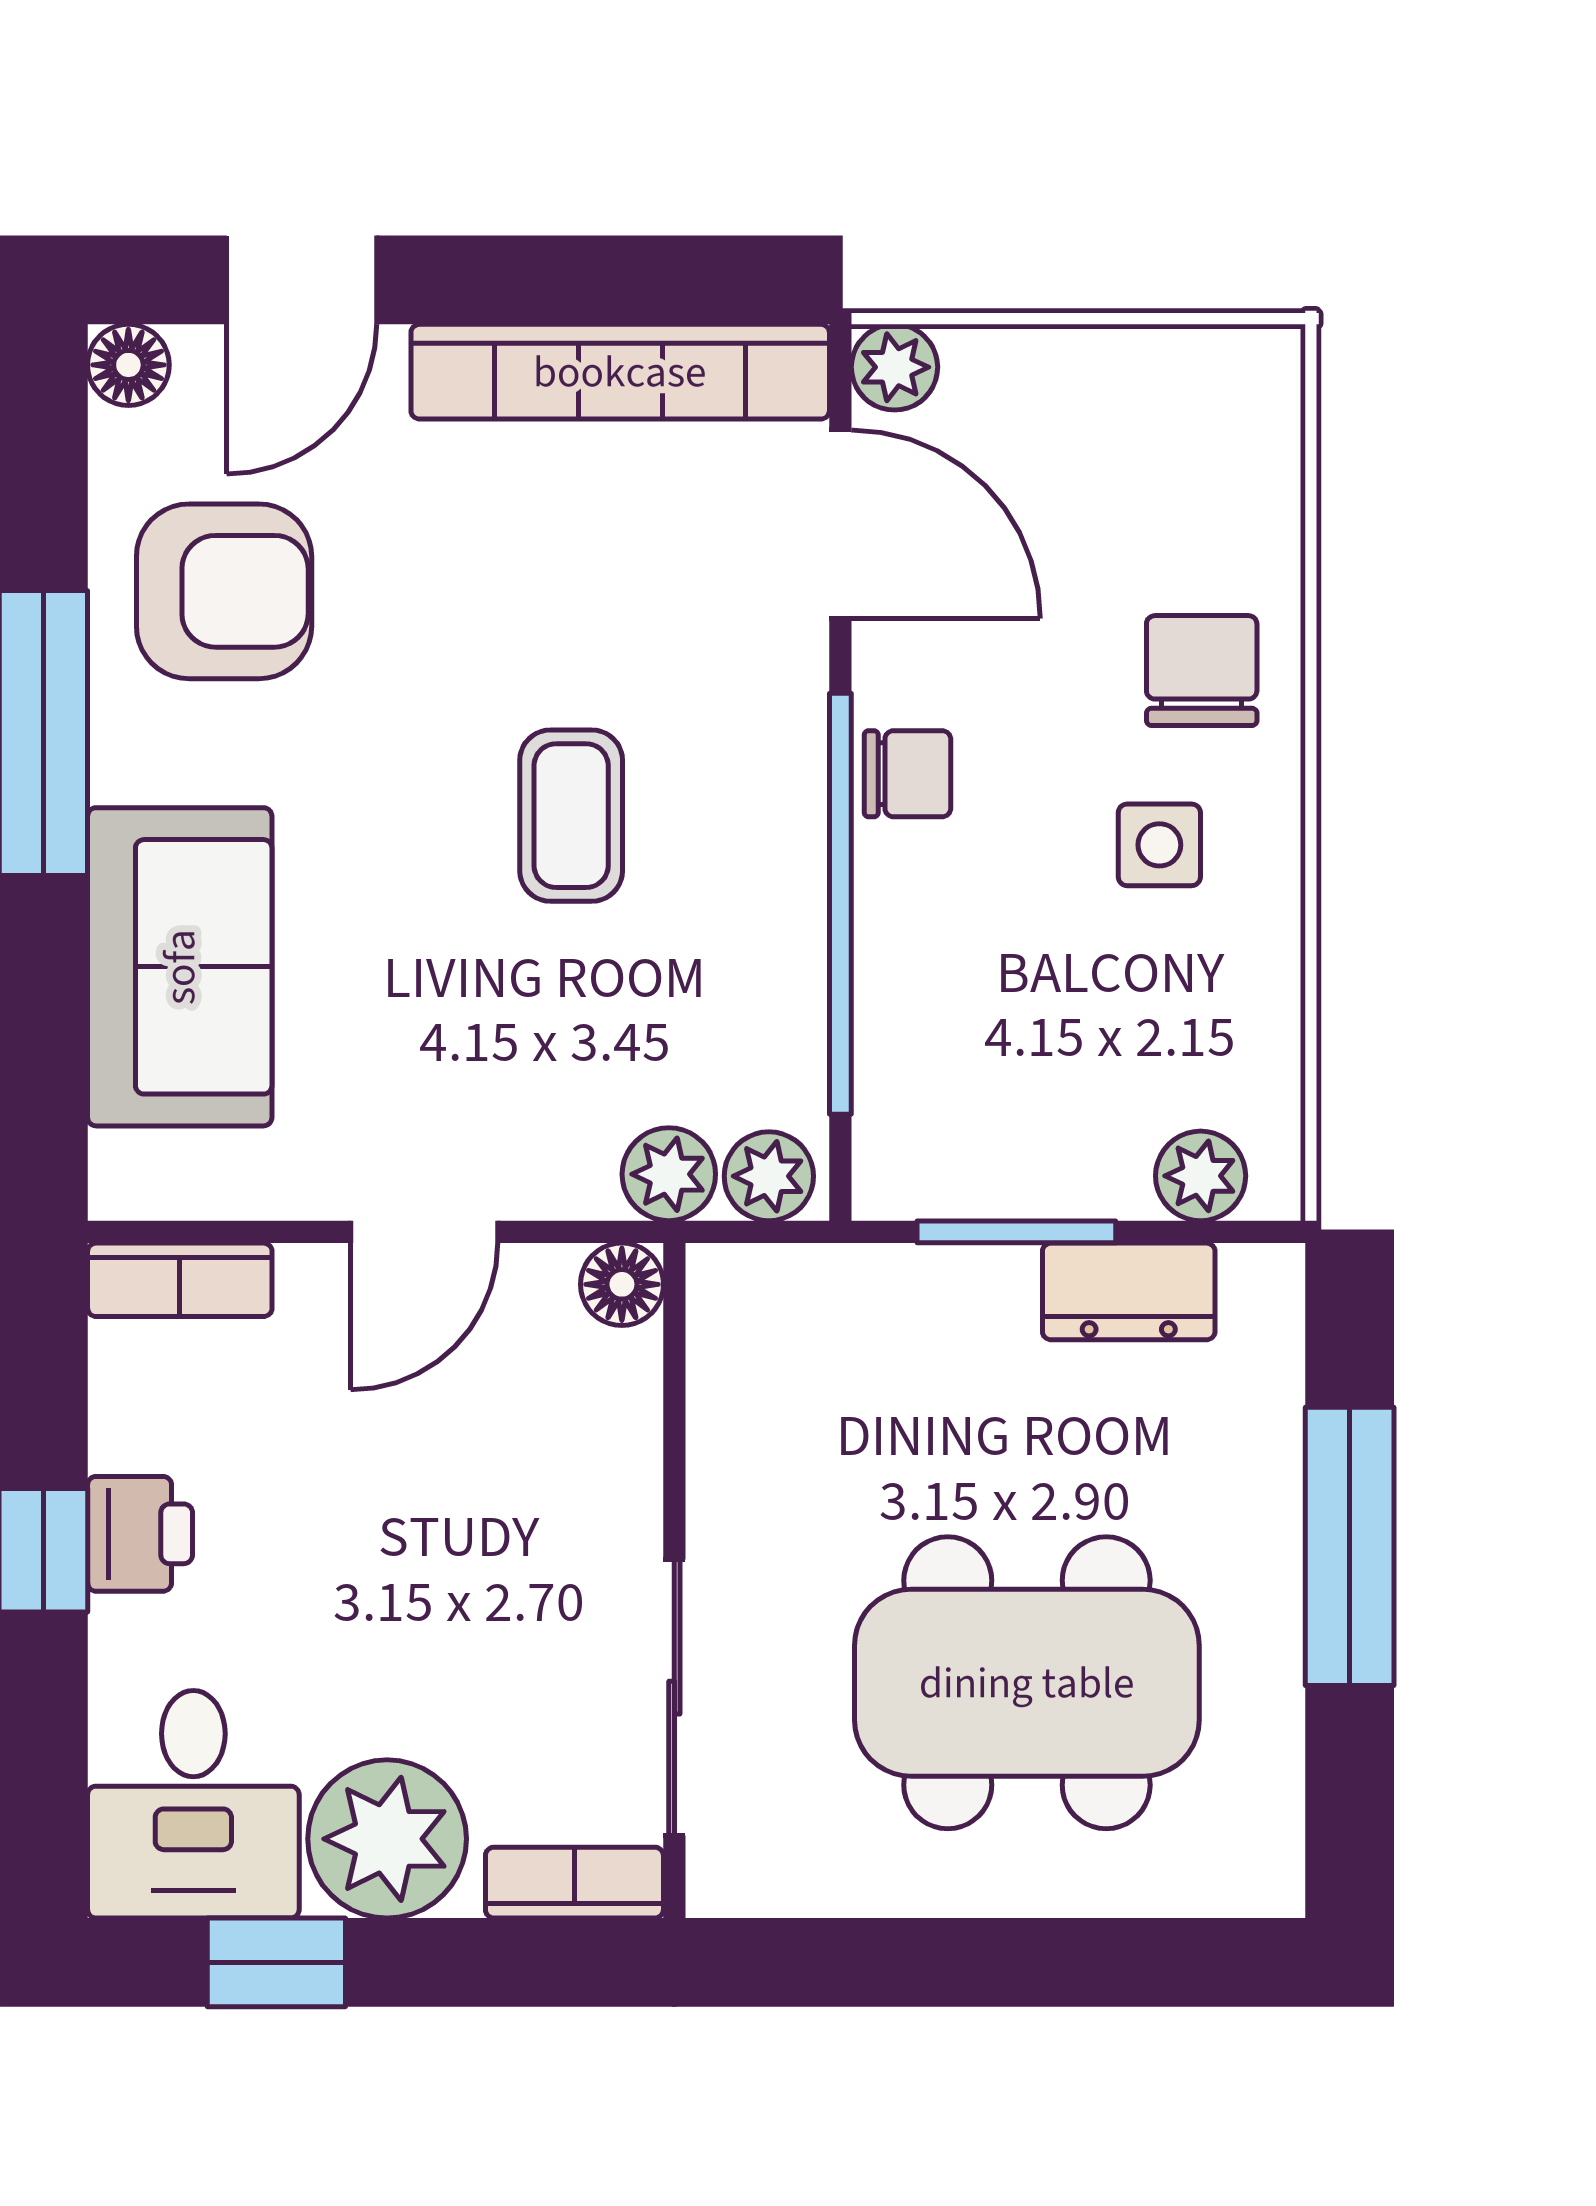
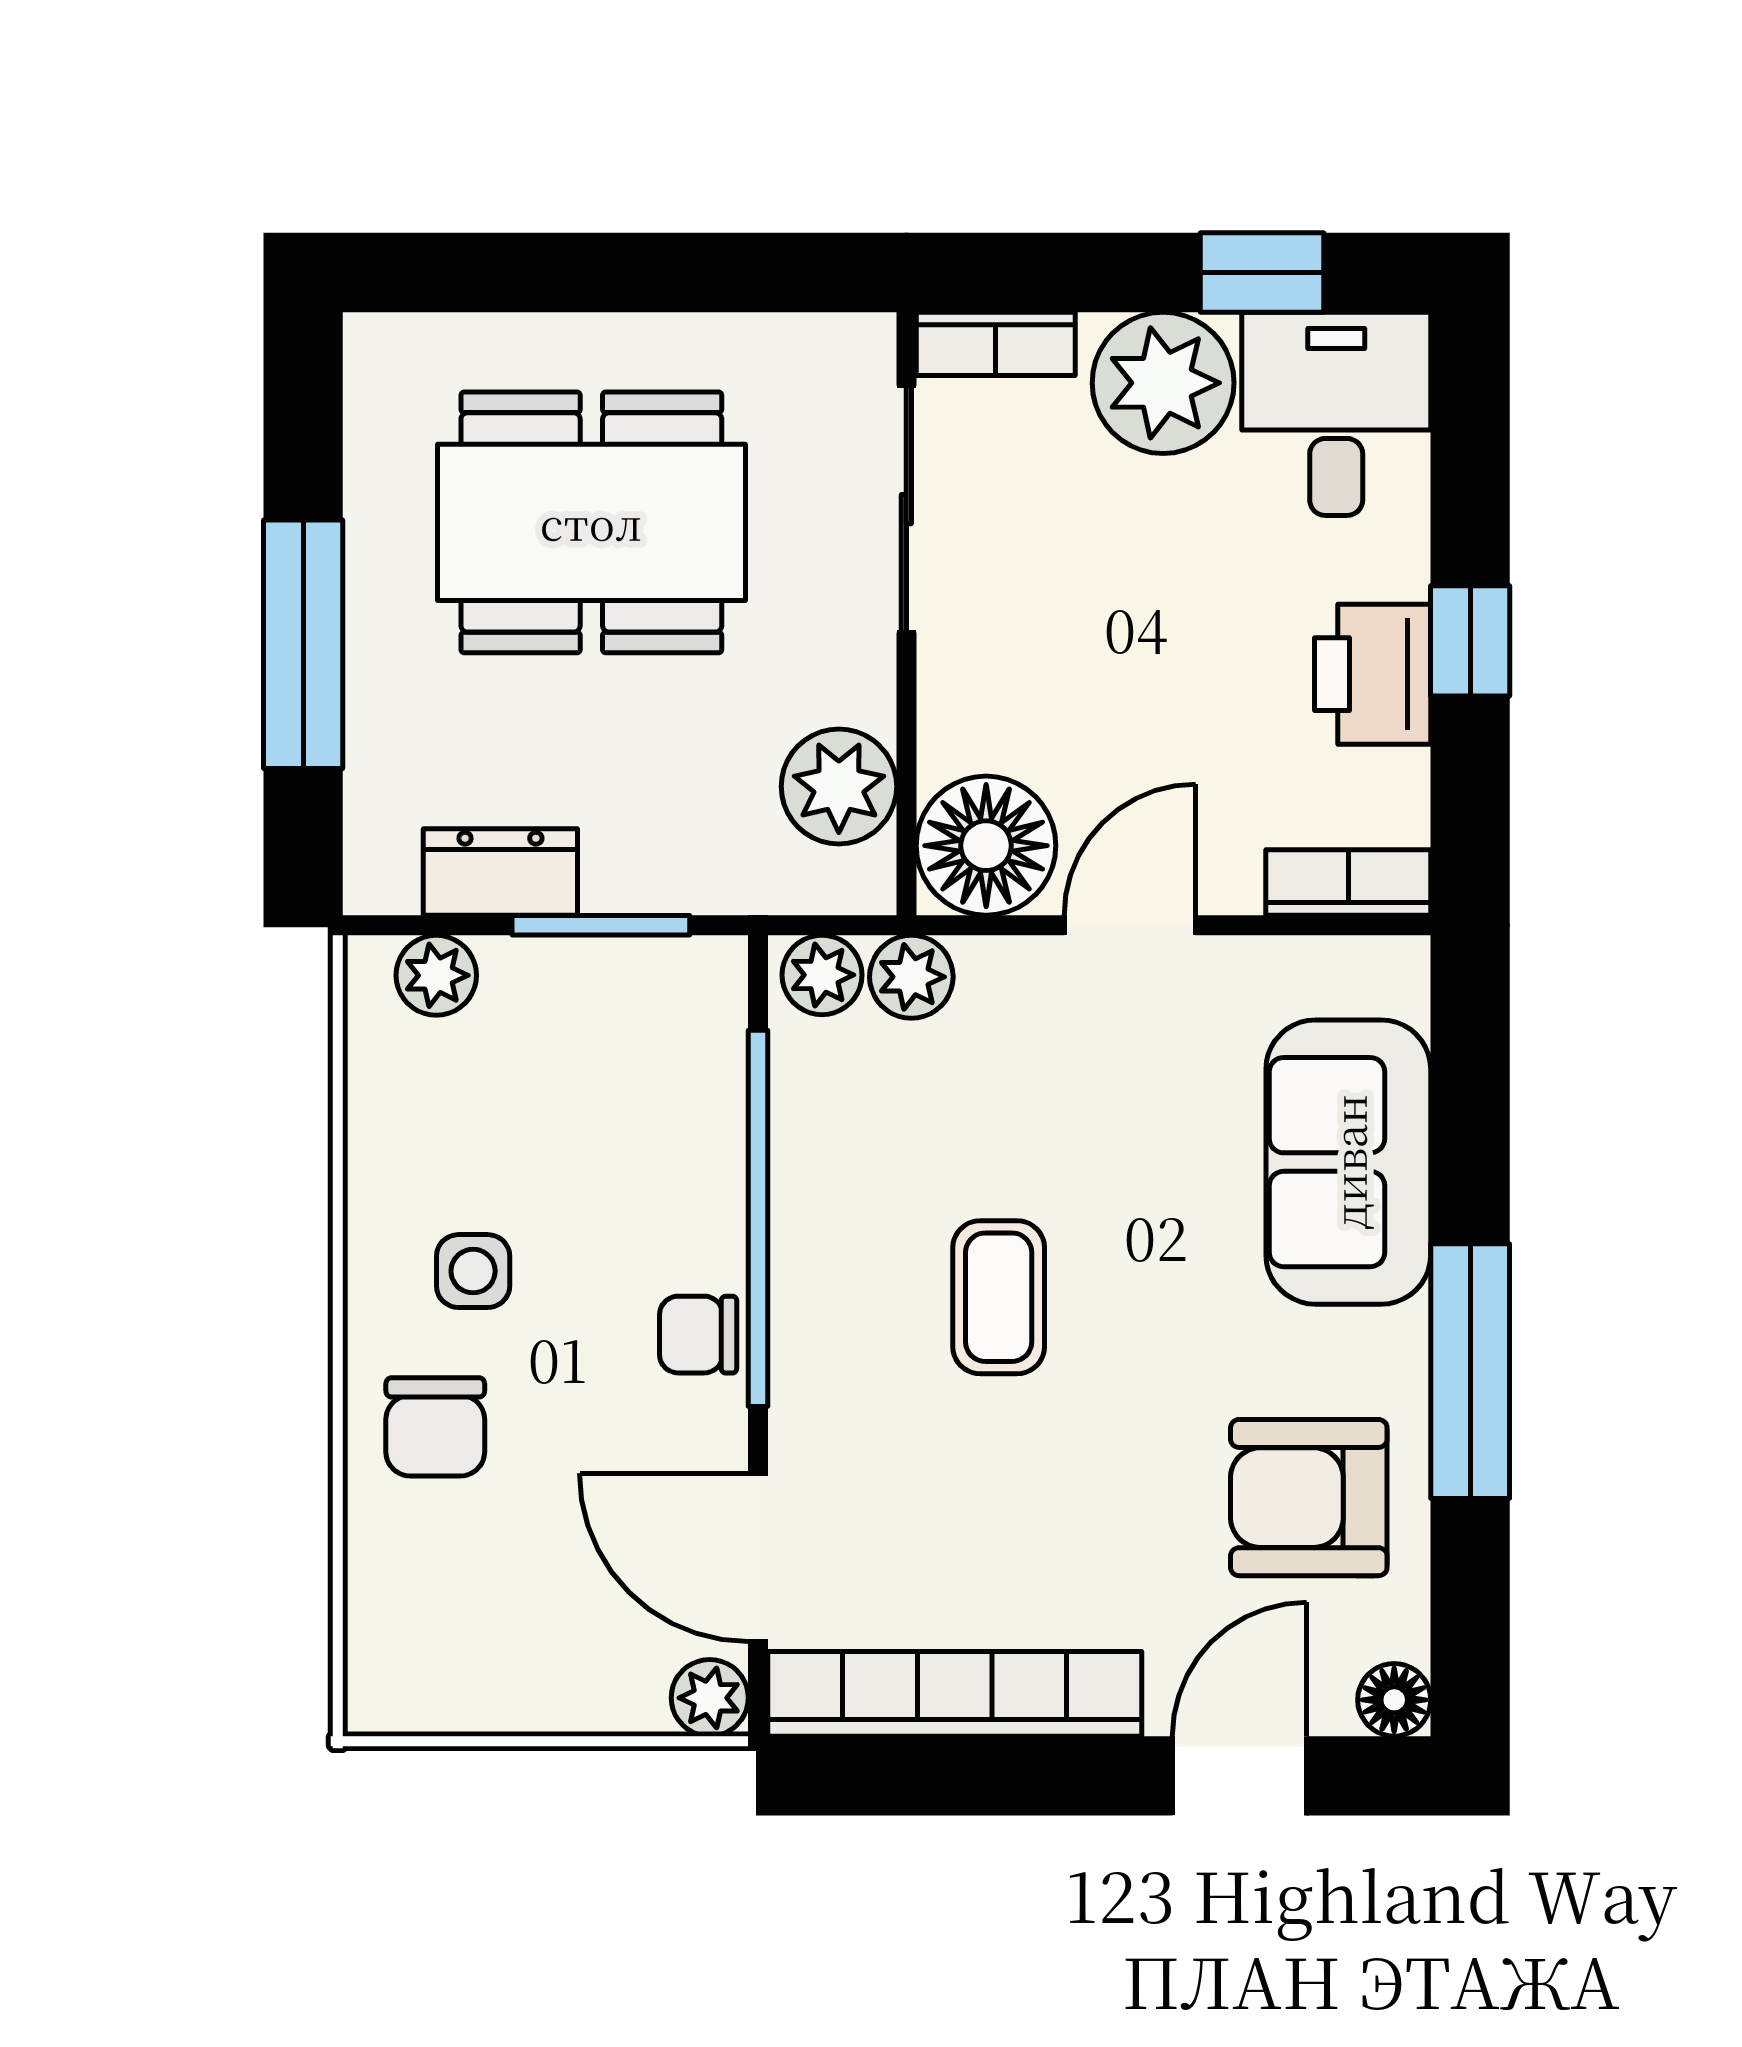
floor lamp: (622, 1284) -> (986, 846), width x1.89, depth x1.89
plant: (750, 1387) -> (839, 786), added
printer: (140, 1534) -> (1373, 674), width x1.36, depth x1.24

